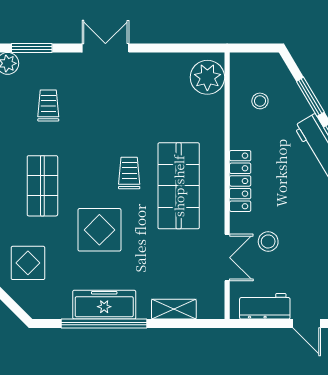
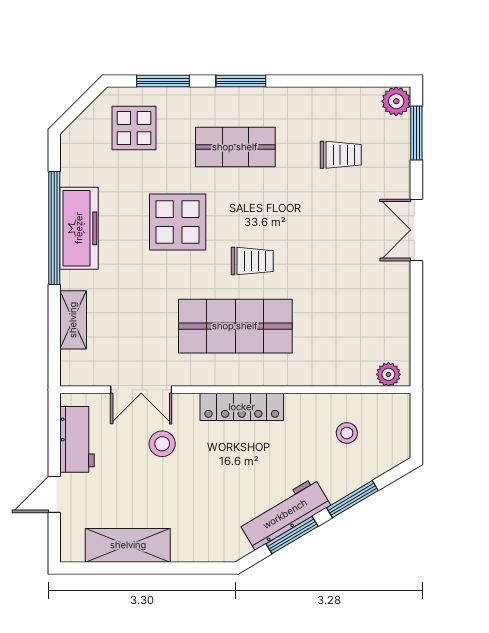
double door: (105, 48) -> (416, 230), swing flipped
plant: (207, 77) -> (388, 374), width x0.53, depth x0.53

